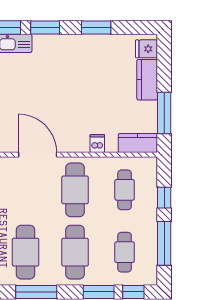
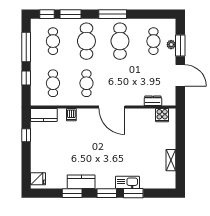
kitchen counter: (147, 80) -> (81, 182), moved, turned -90
window: (164, 113) -> (26, 135), width x0.46
cafe table: (75, 190) -> (86, 83), width x0.73, depth x0.74

